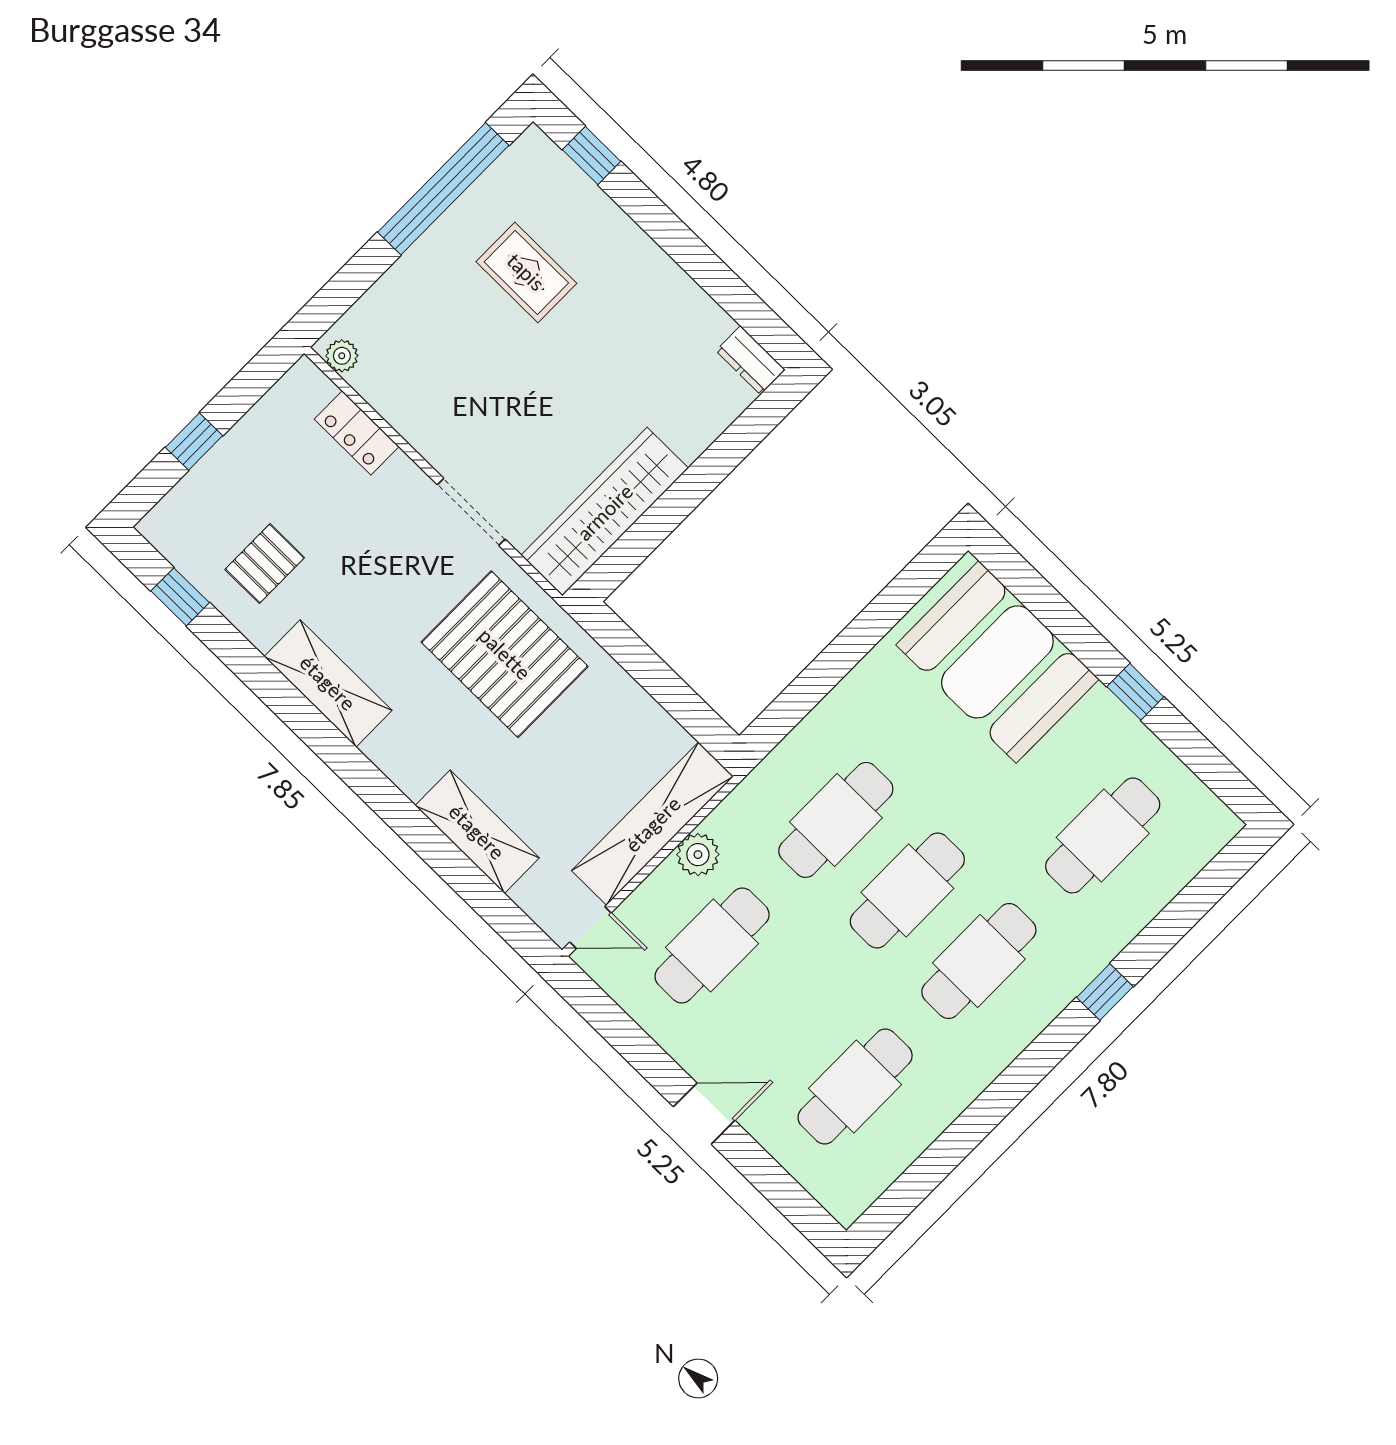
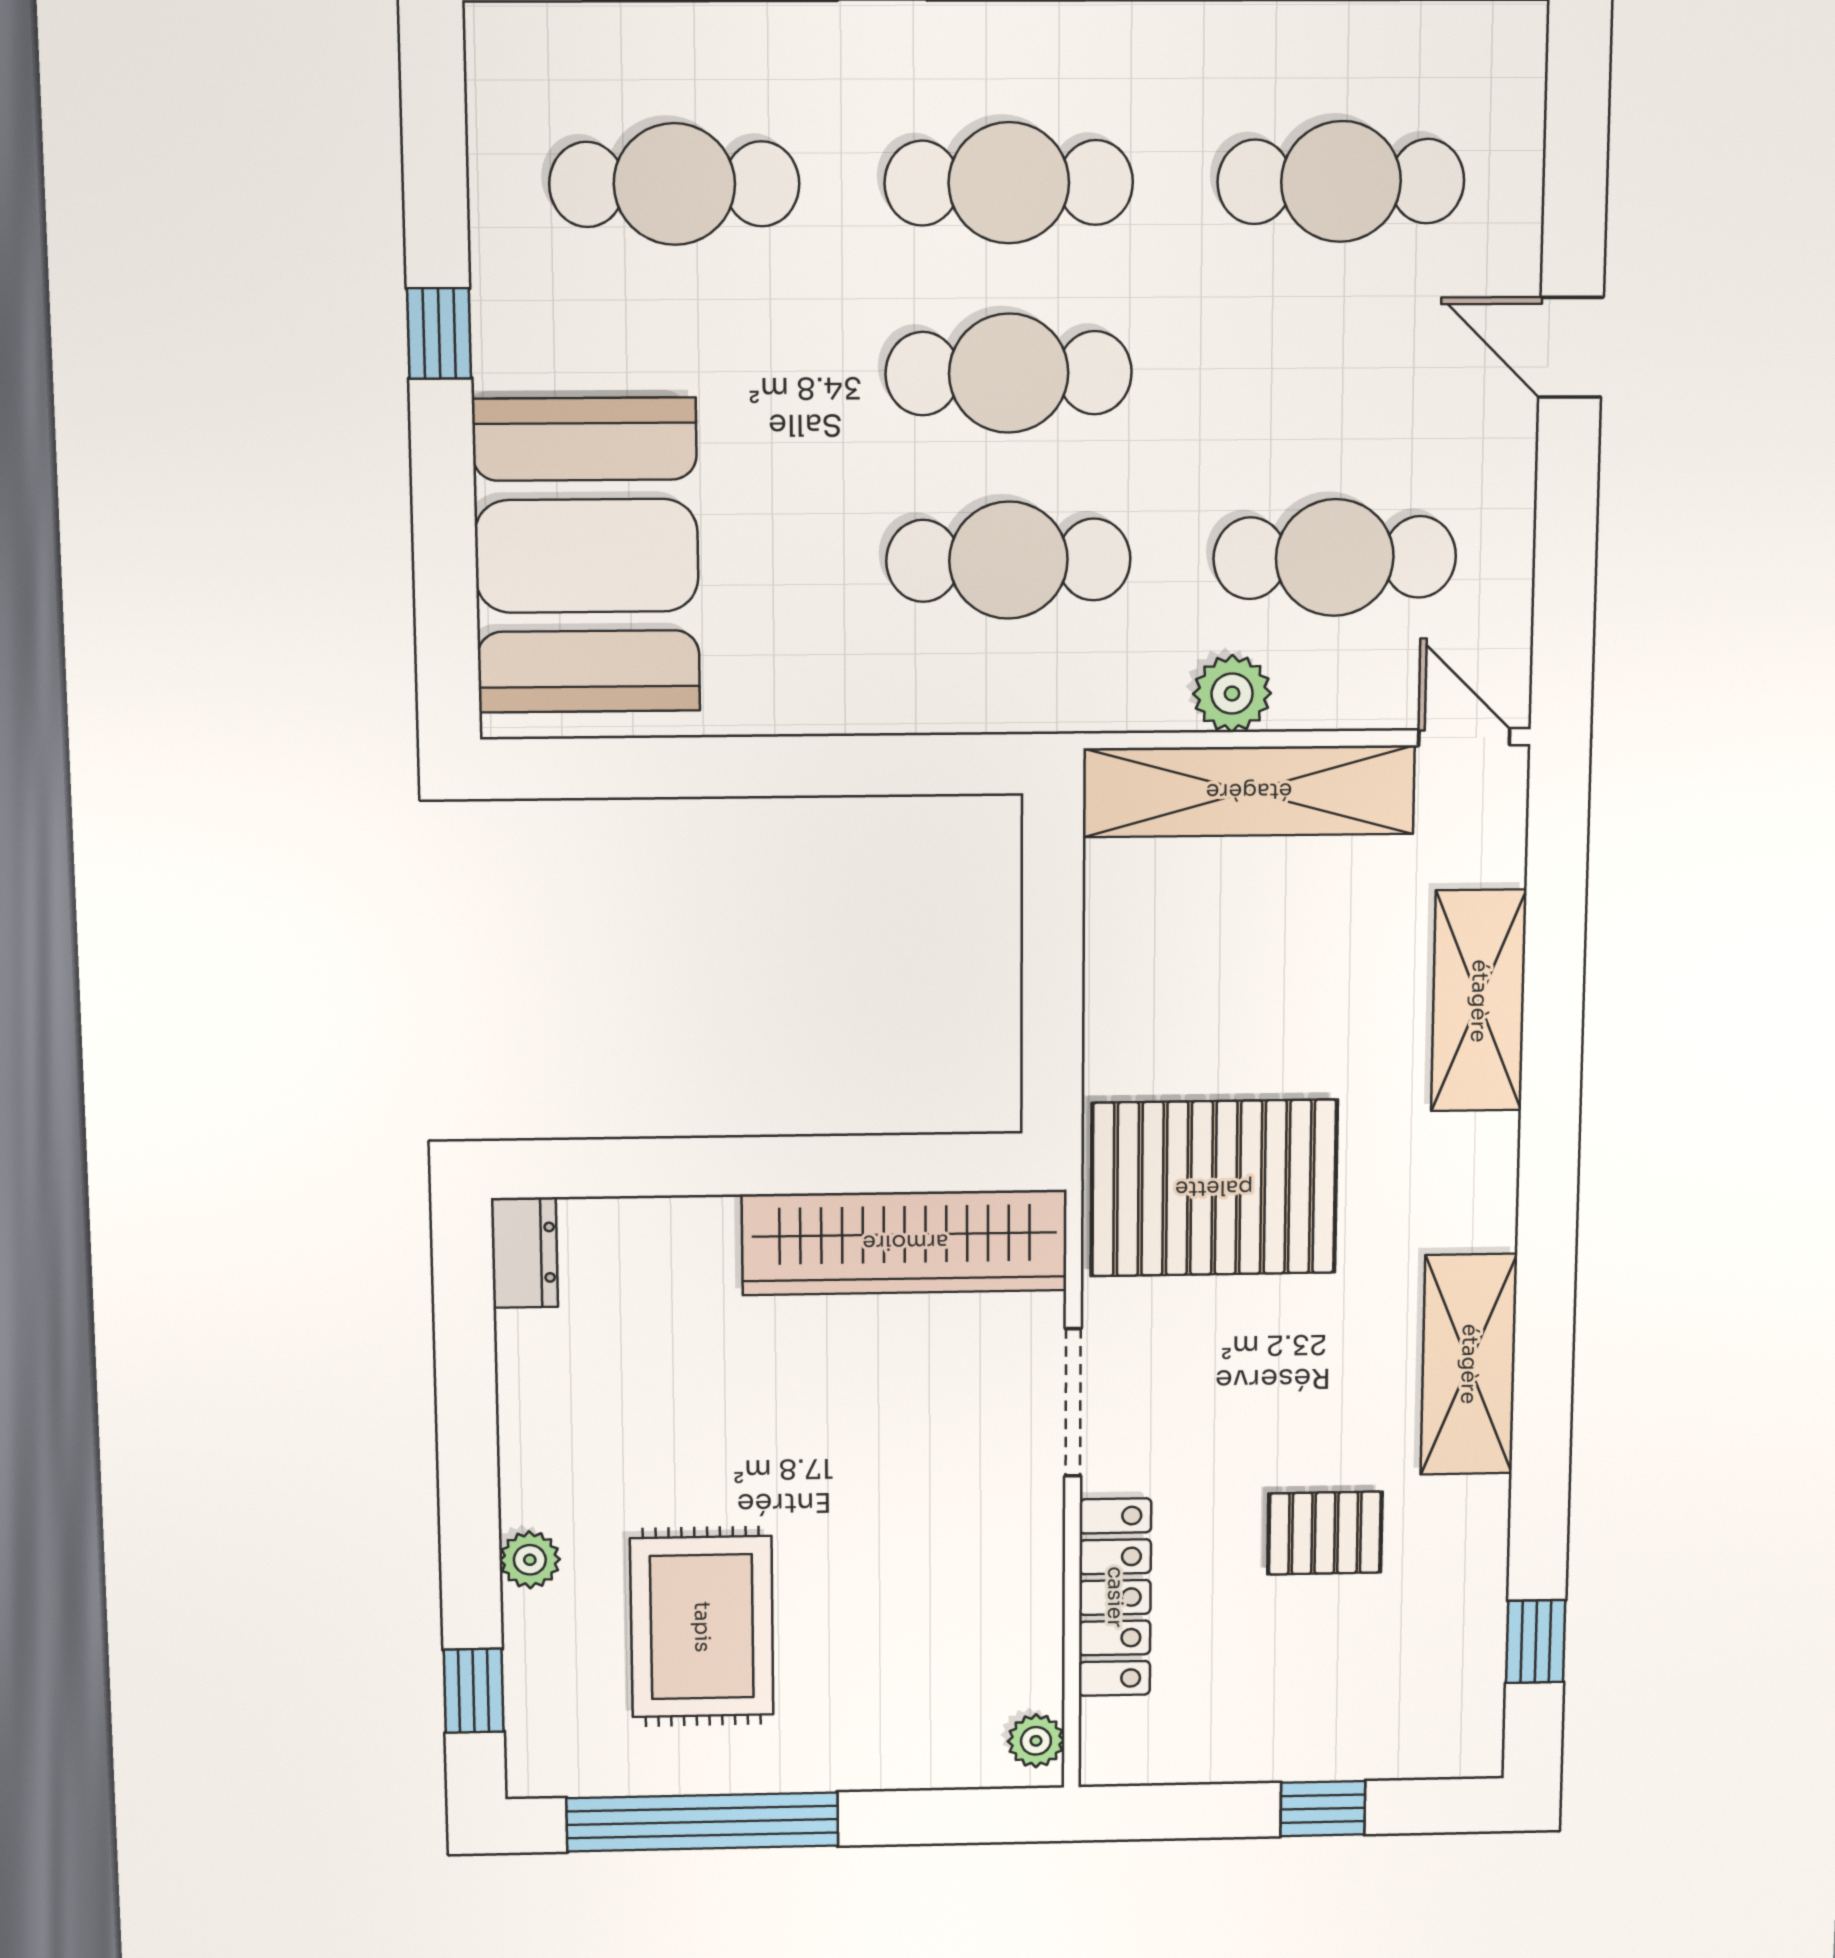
plant: (623, 234) -> (530, 1560), added
rug: (526, 272) -> (702, 1627), width x1.36, depth x1.43
locker: (357, 433) -> (1115, 1597), width x1.53
pallet: (265, 564) -> (1325, 1533), moved
pallet: (505, 654) -> (1214, 1188), turned 90

